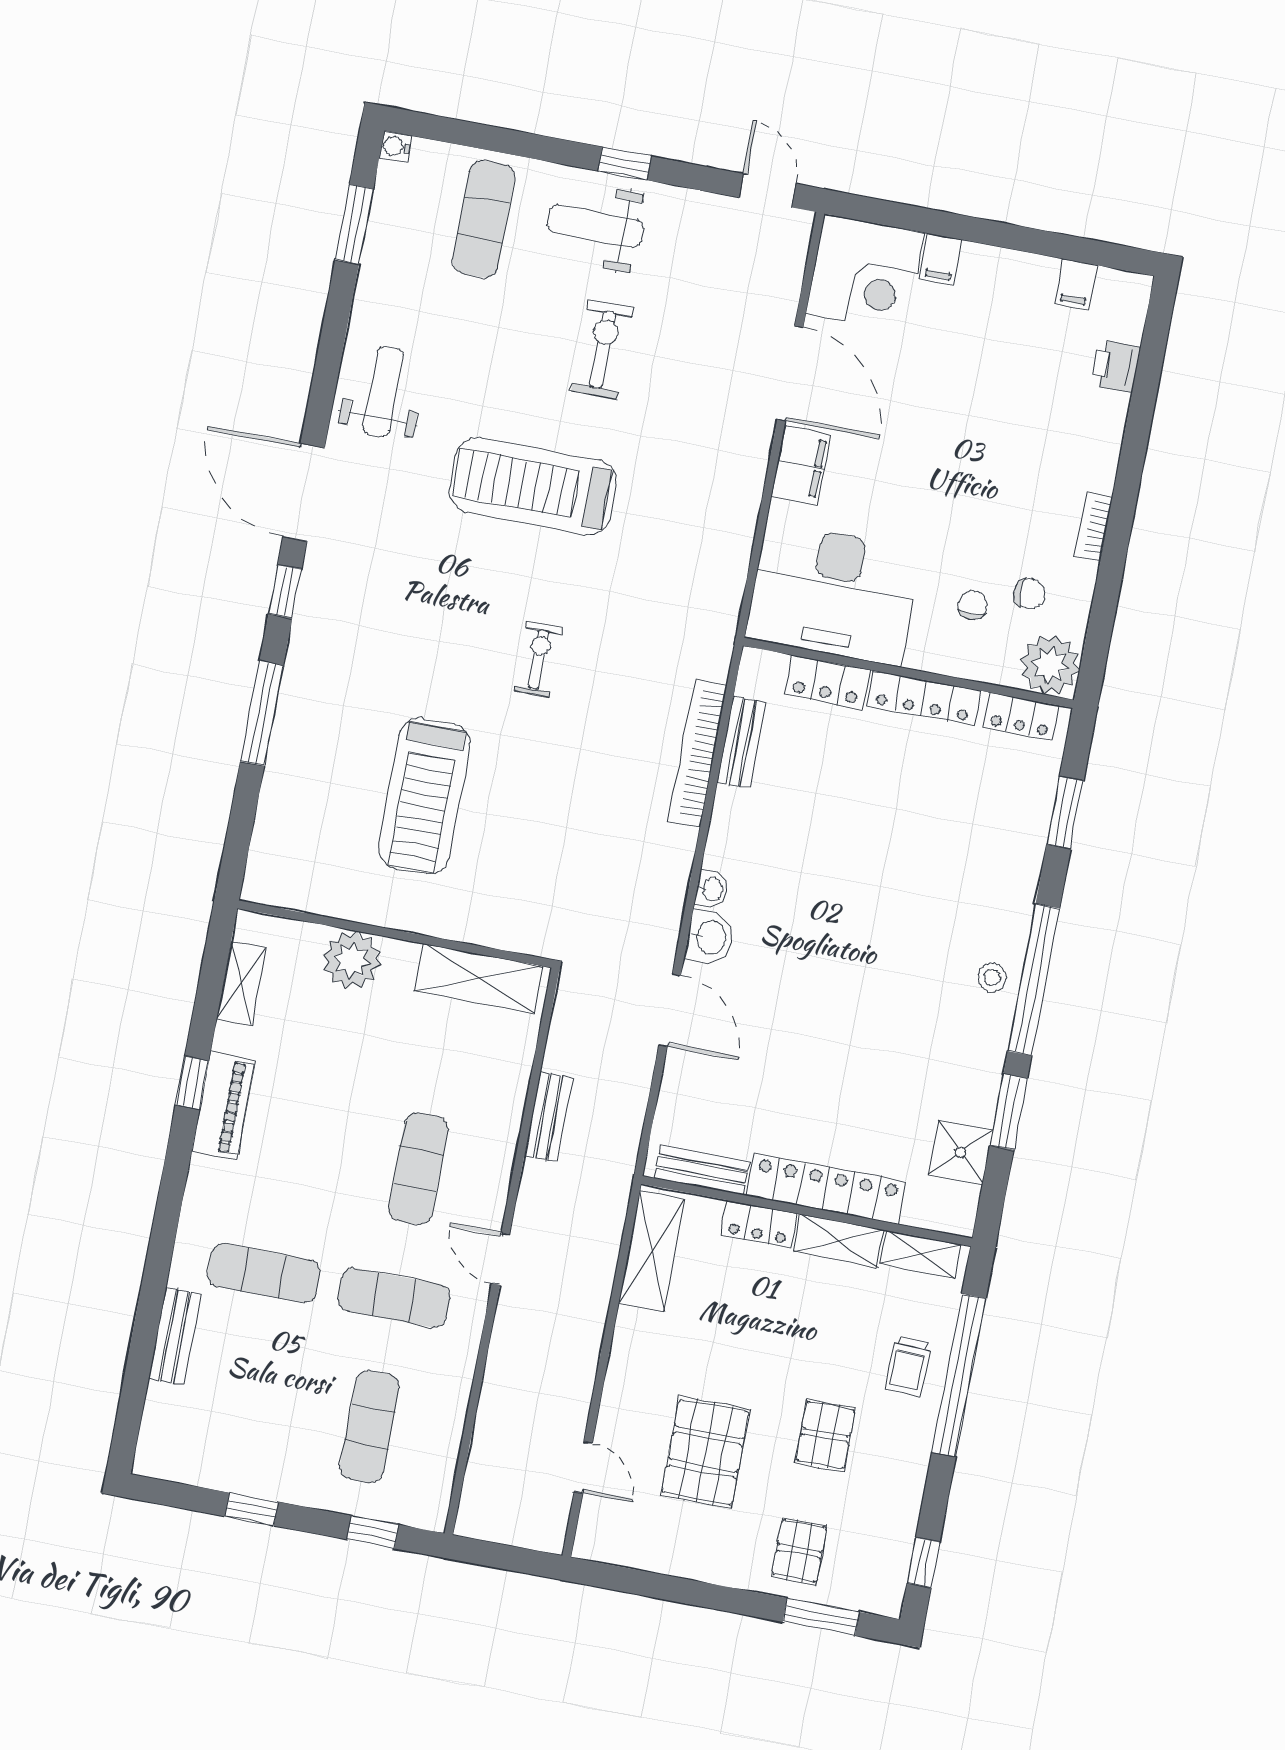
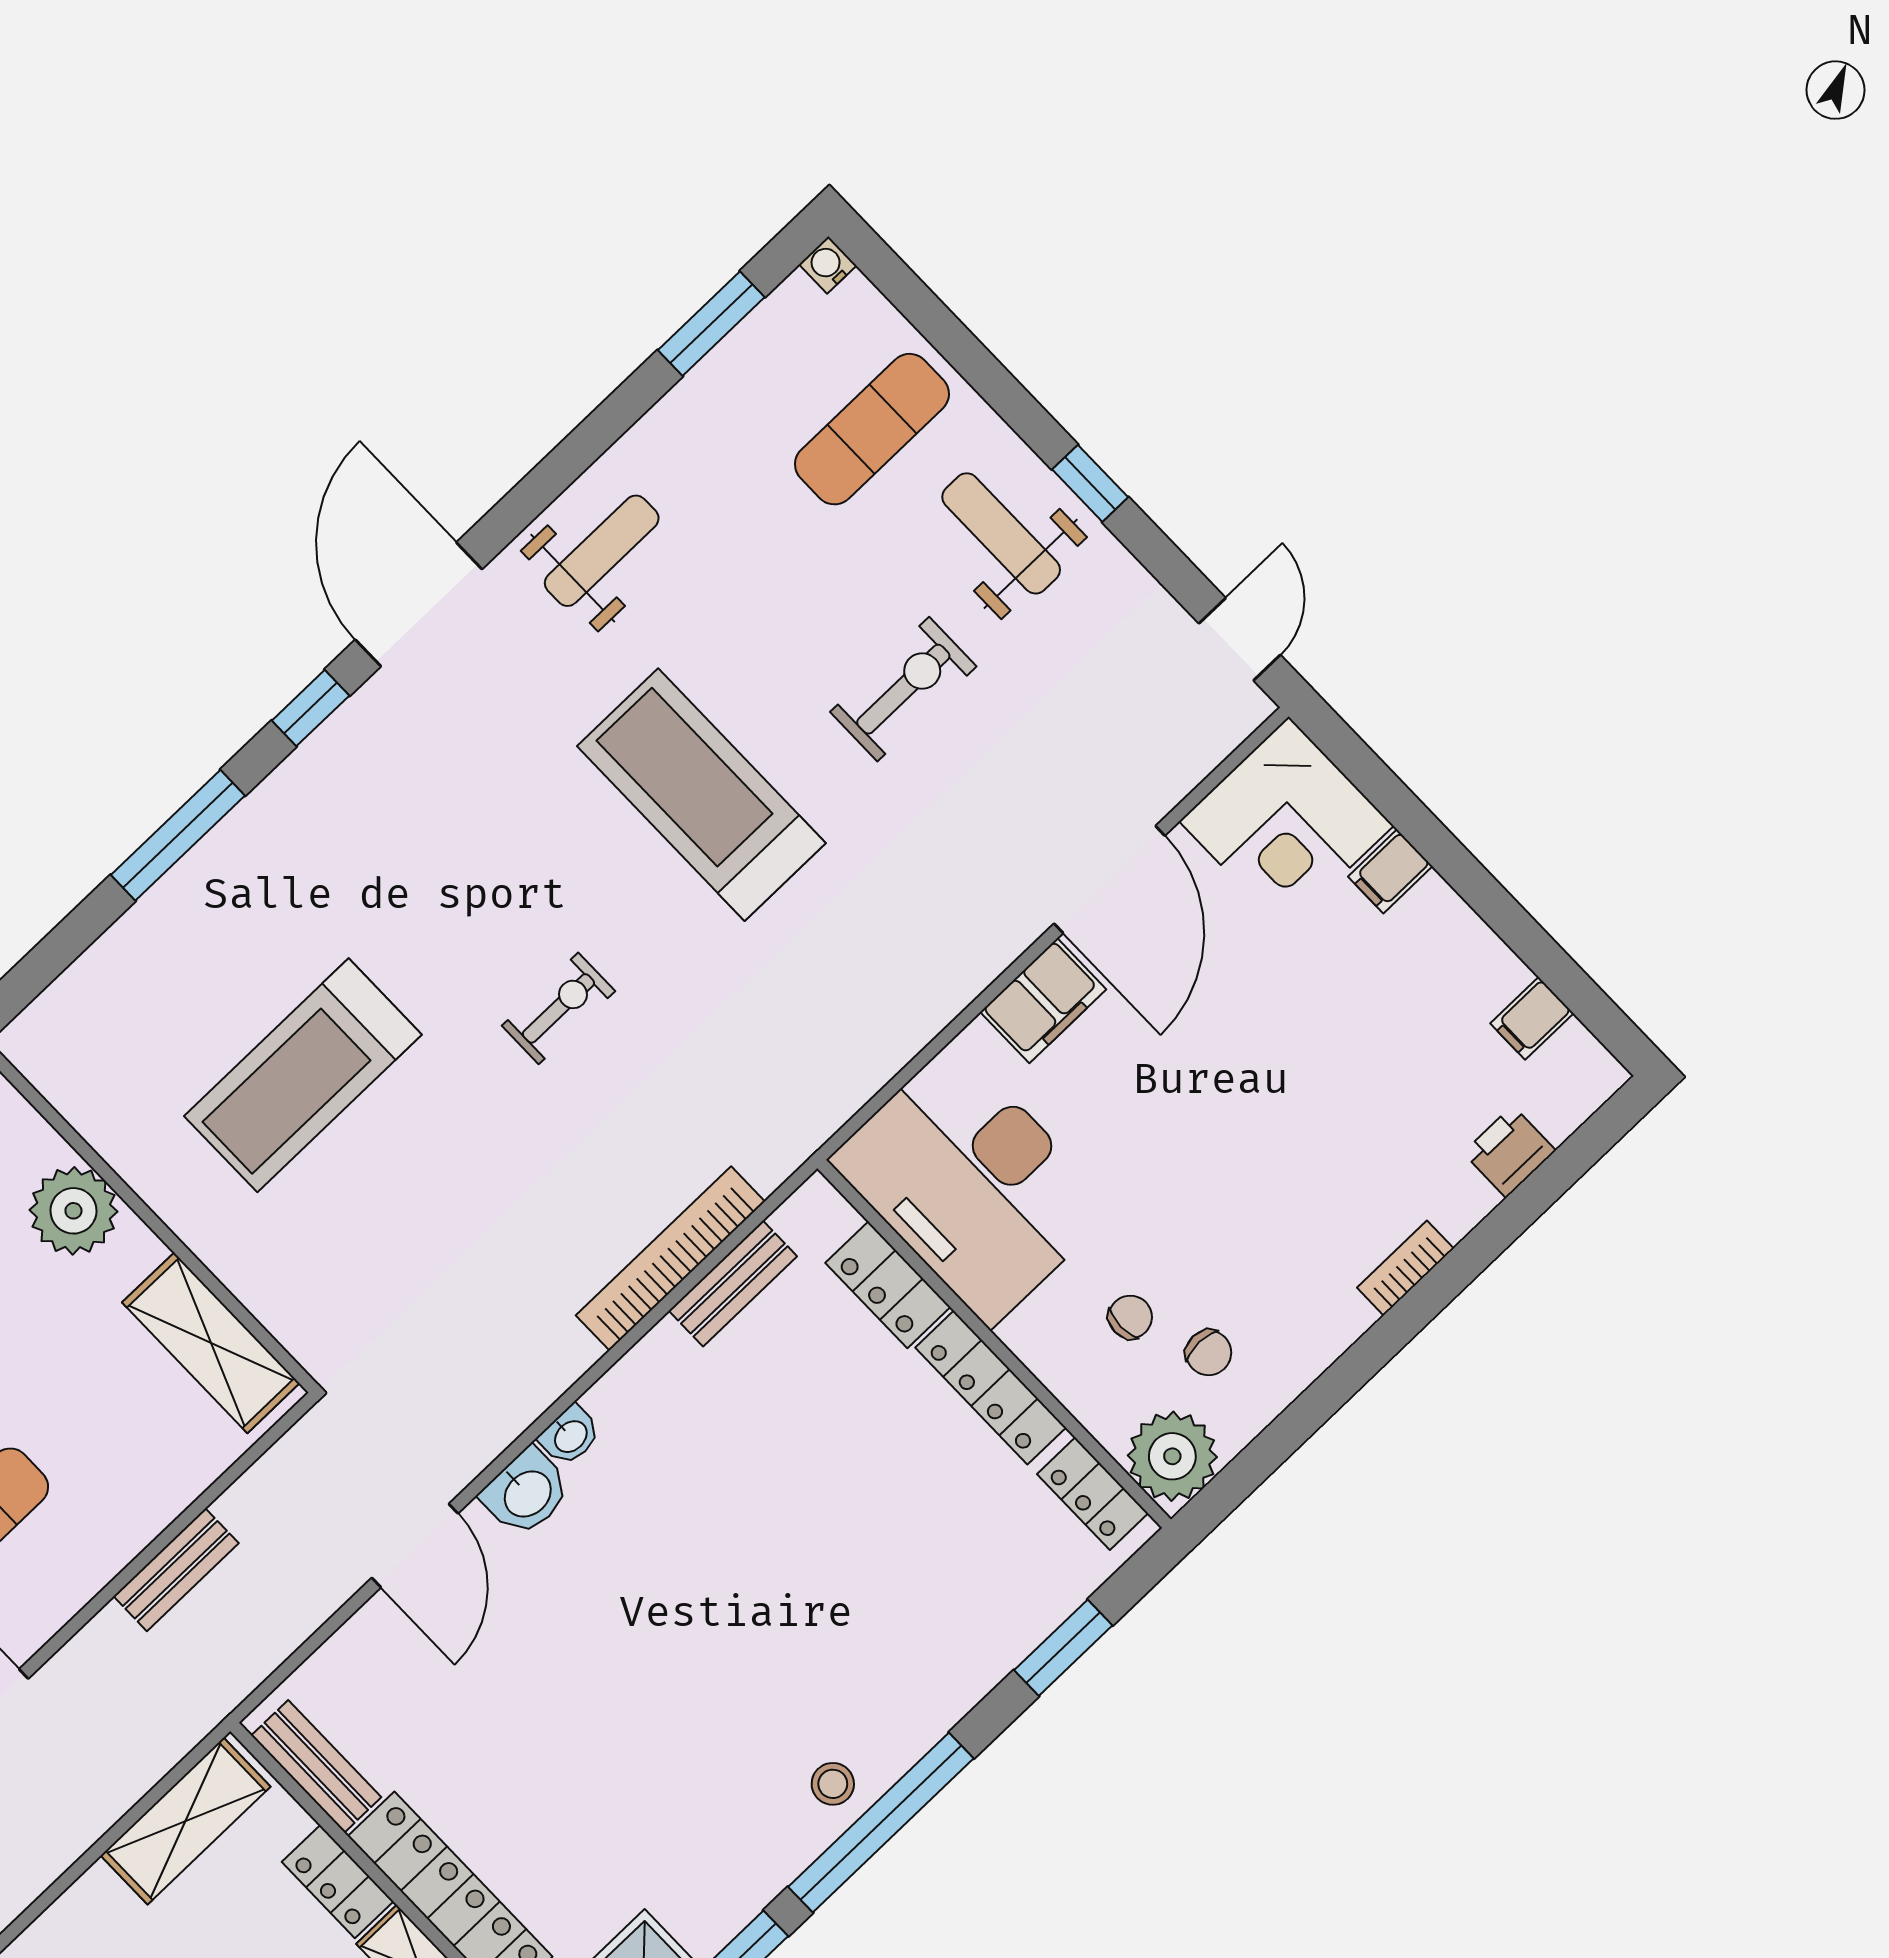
bookcase: (1094, 527) -> (1405, 1268), moved

